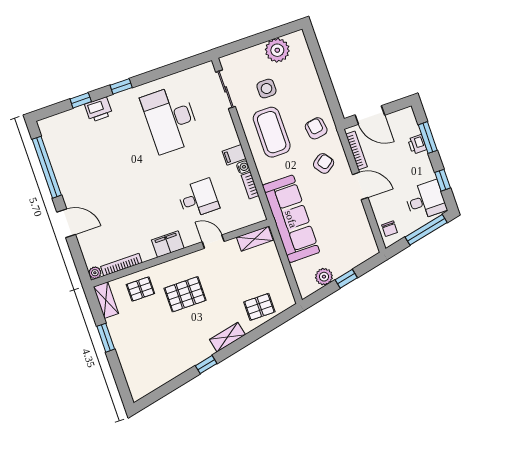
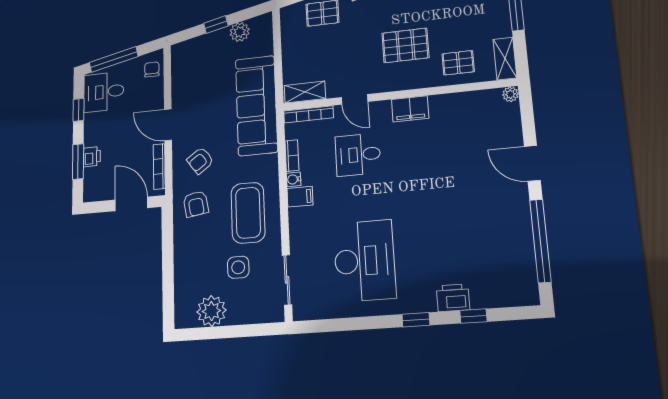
bookcase: (121, 265) -> (308, 114), moved

